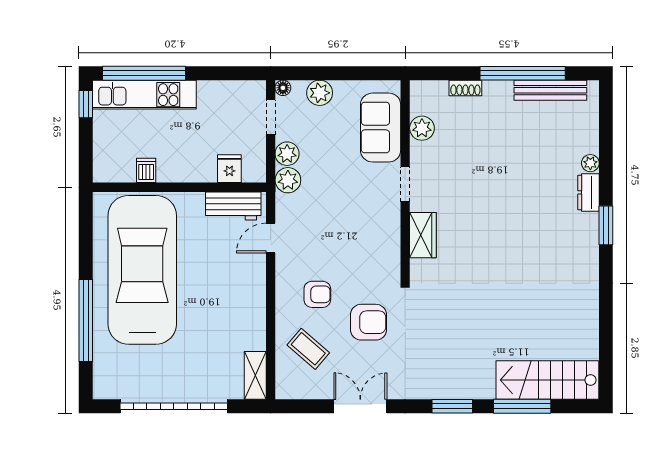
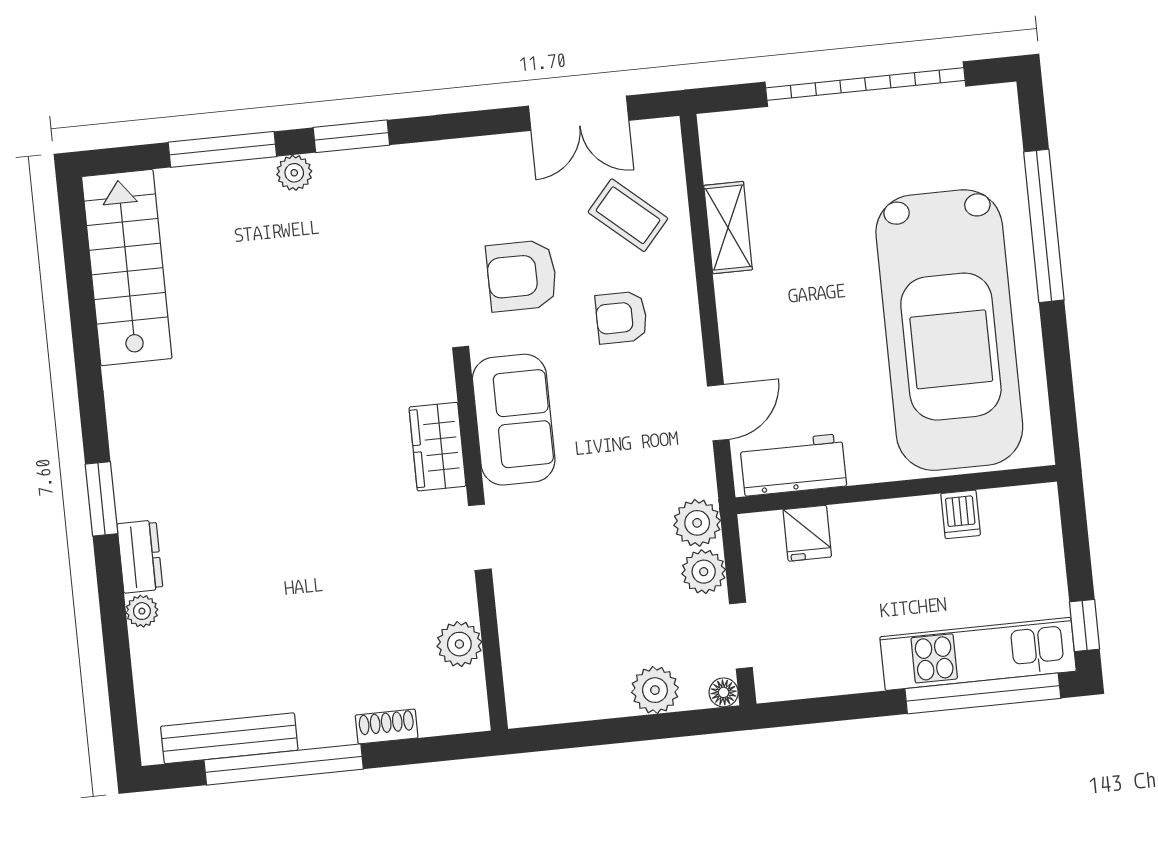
sofa: (381, 128) -> (514, 420), moved
shelving: (255, 375) -> (728, 228), moved
stairs: (547, 380) -> (127, 268), moved, turned -90
plant: (485, 390) -> (294, 173), added
double door: (360, 406) -> (579, 113), moved

